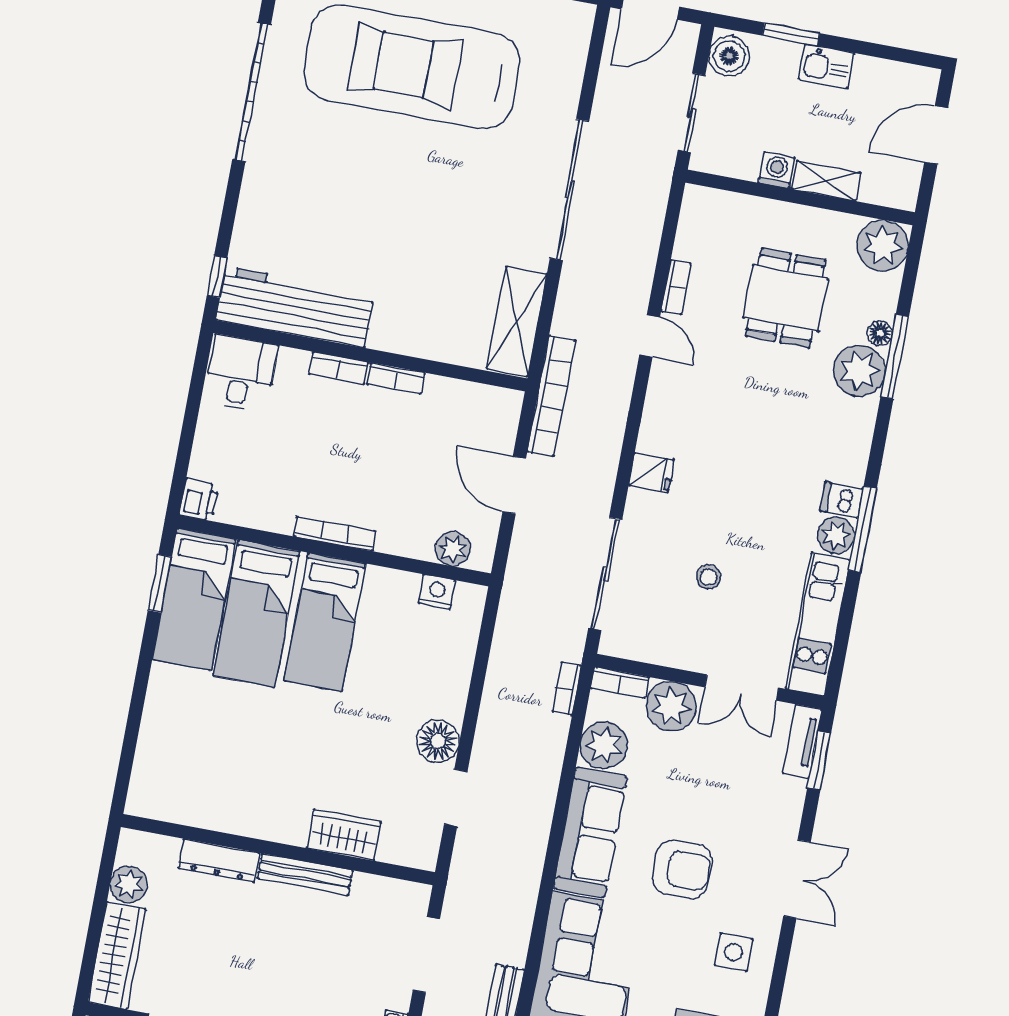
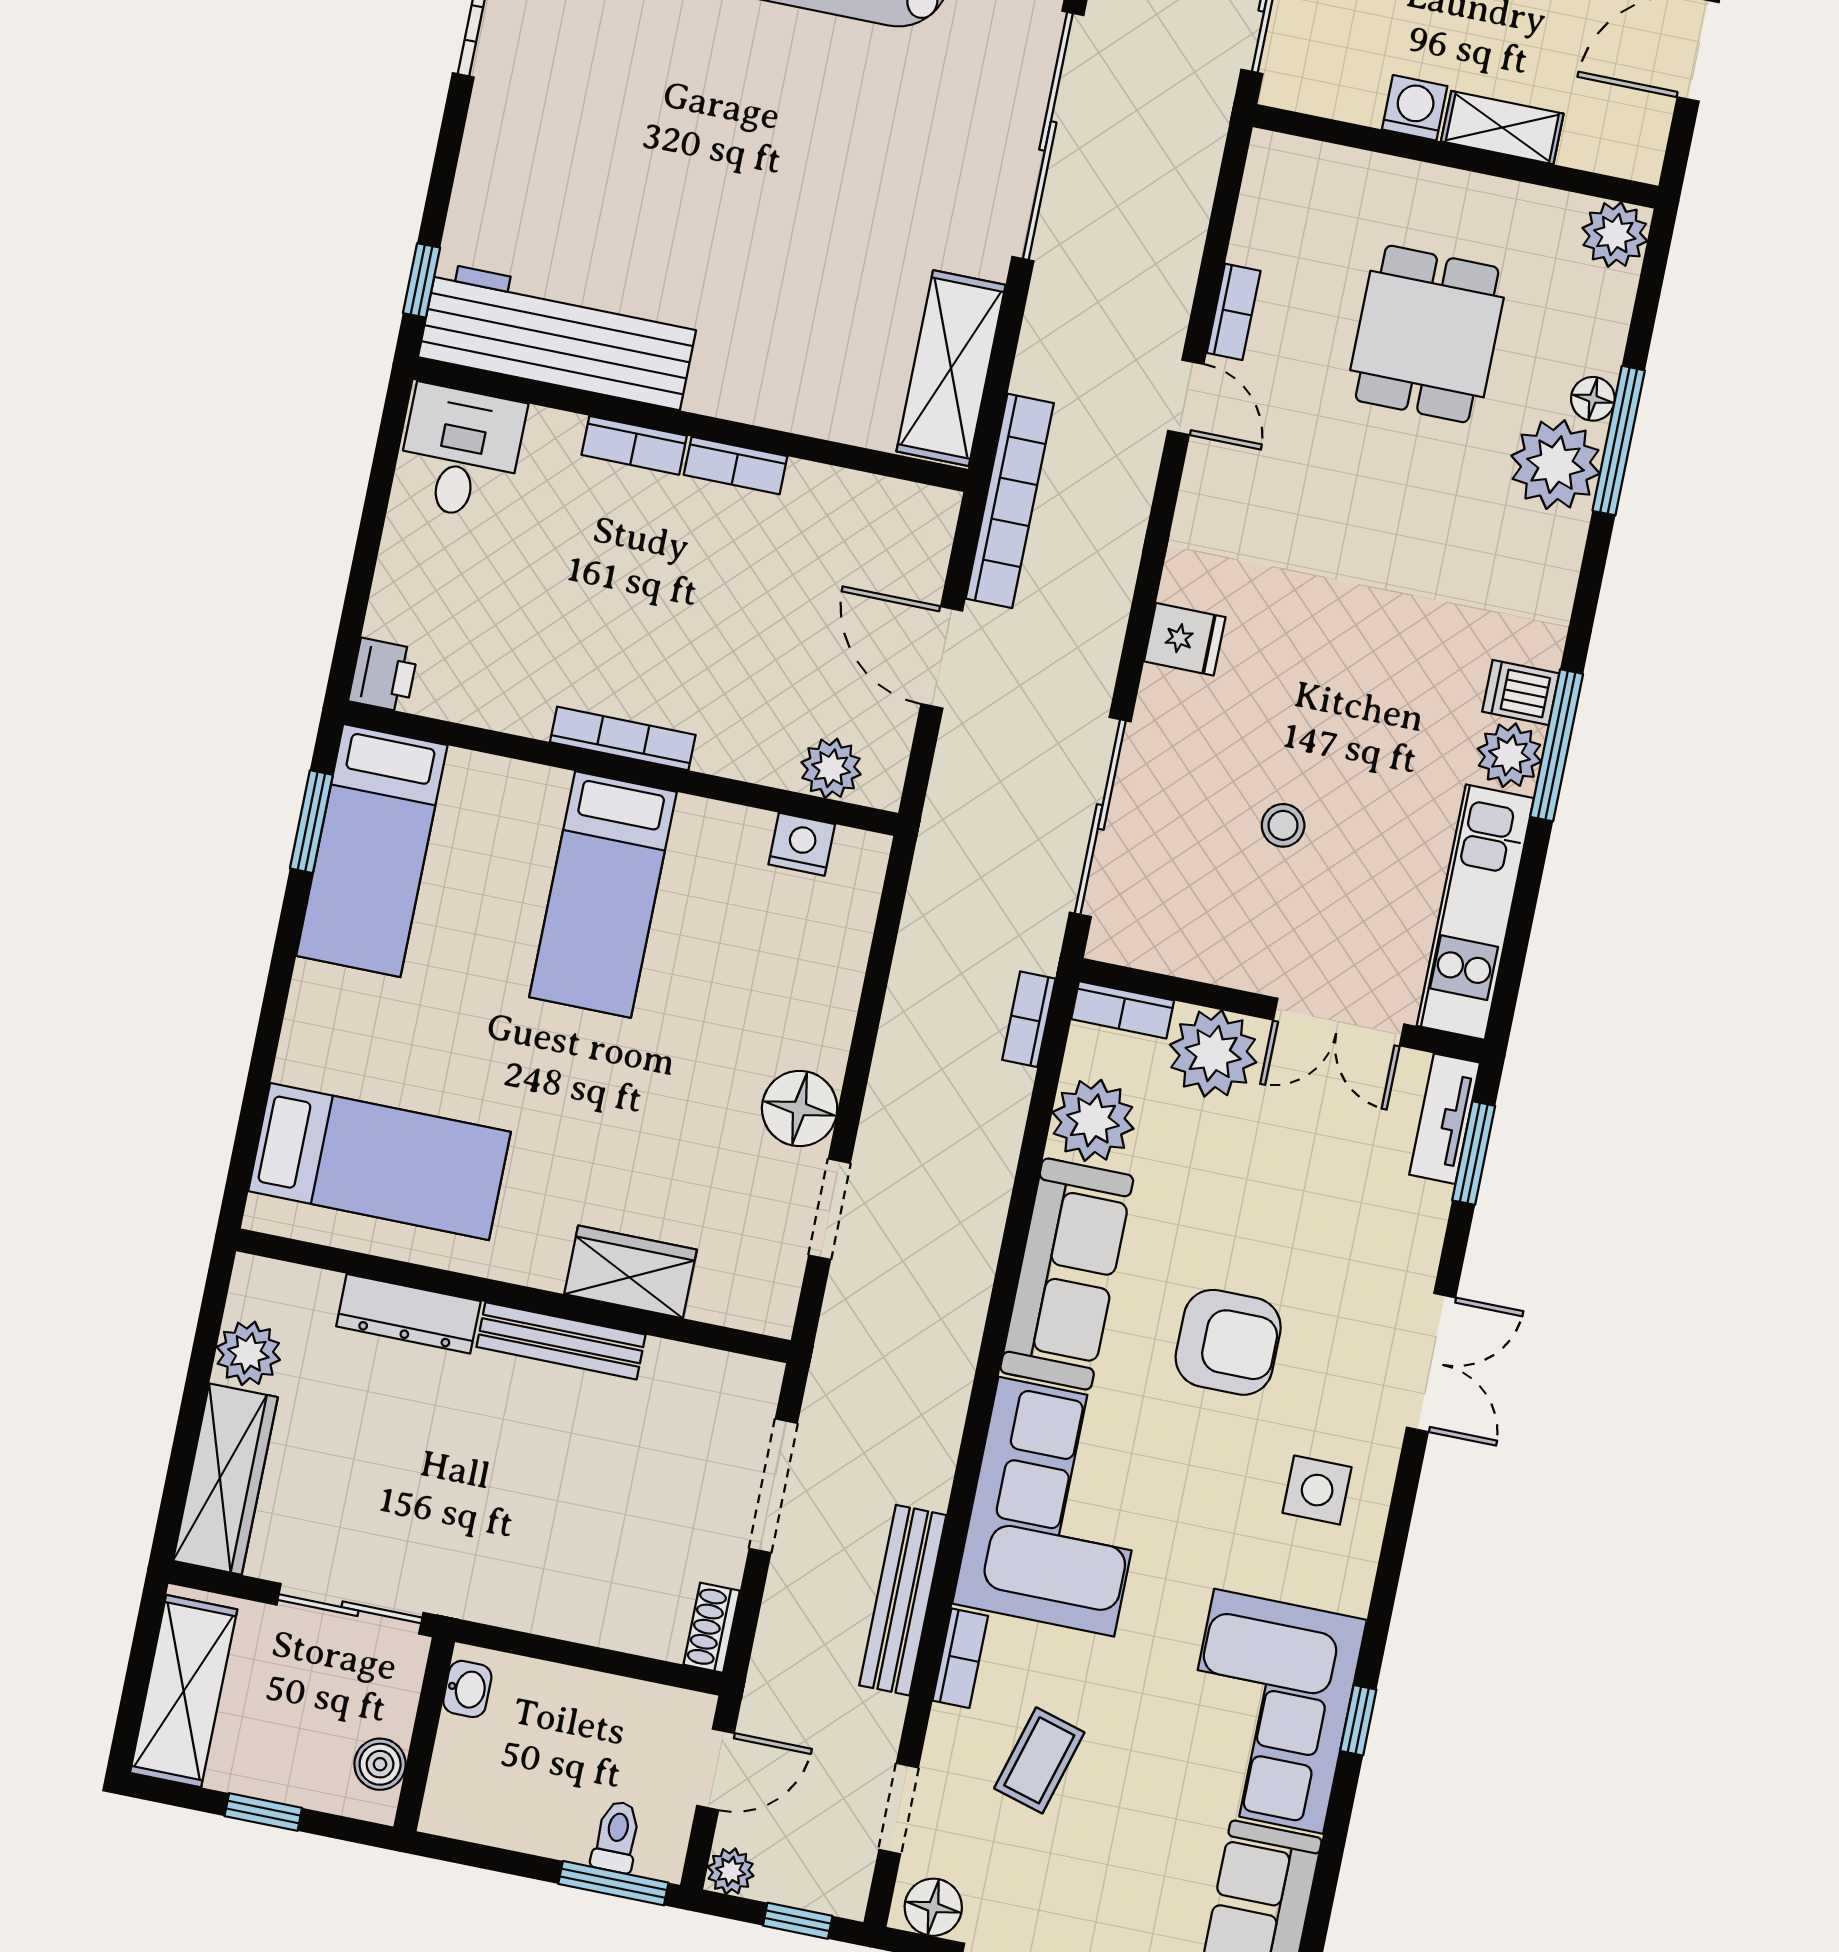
plant: (883, 246) -> (1615, 235), width x0.73, depth x0.73
bed: (256, 614) -> (380, 1161), moved, turned -90

